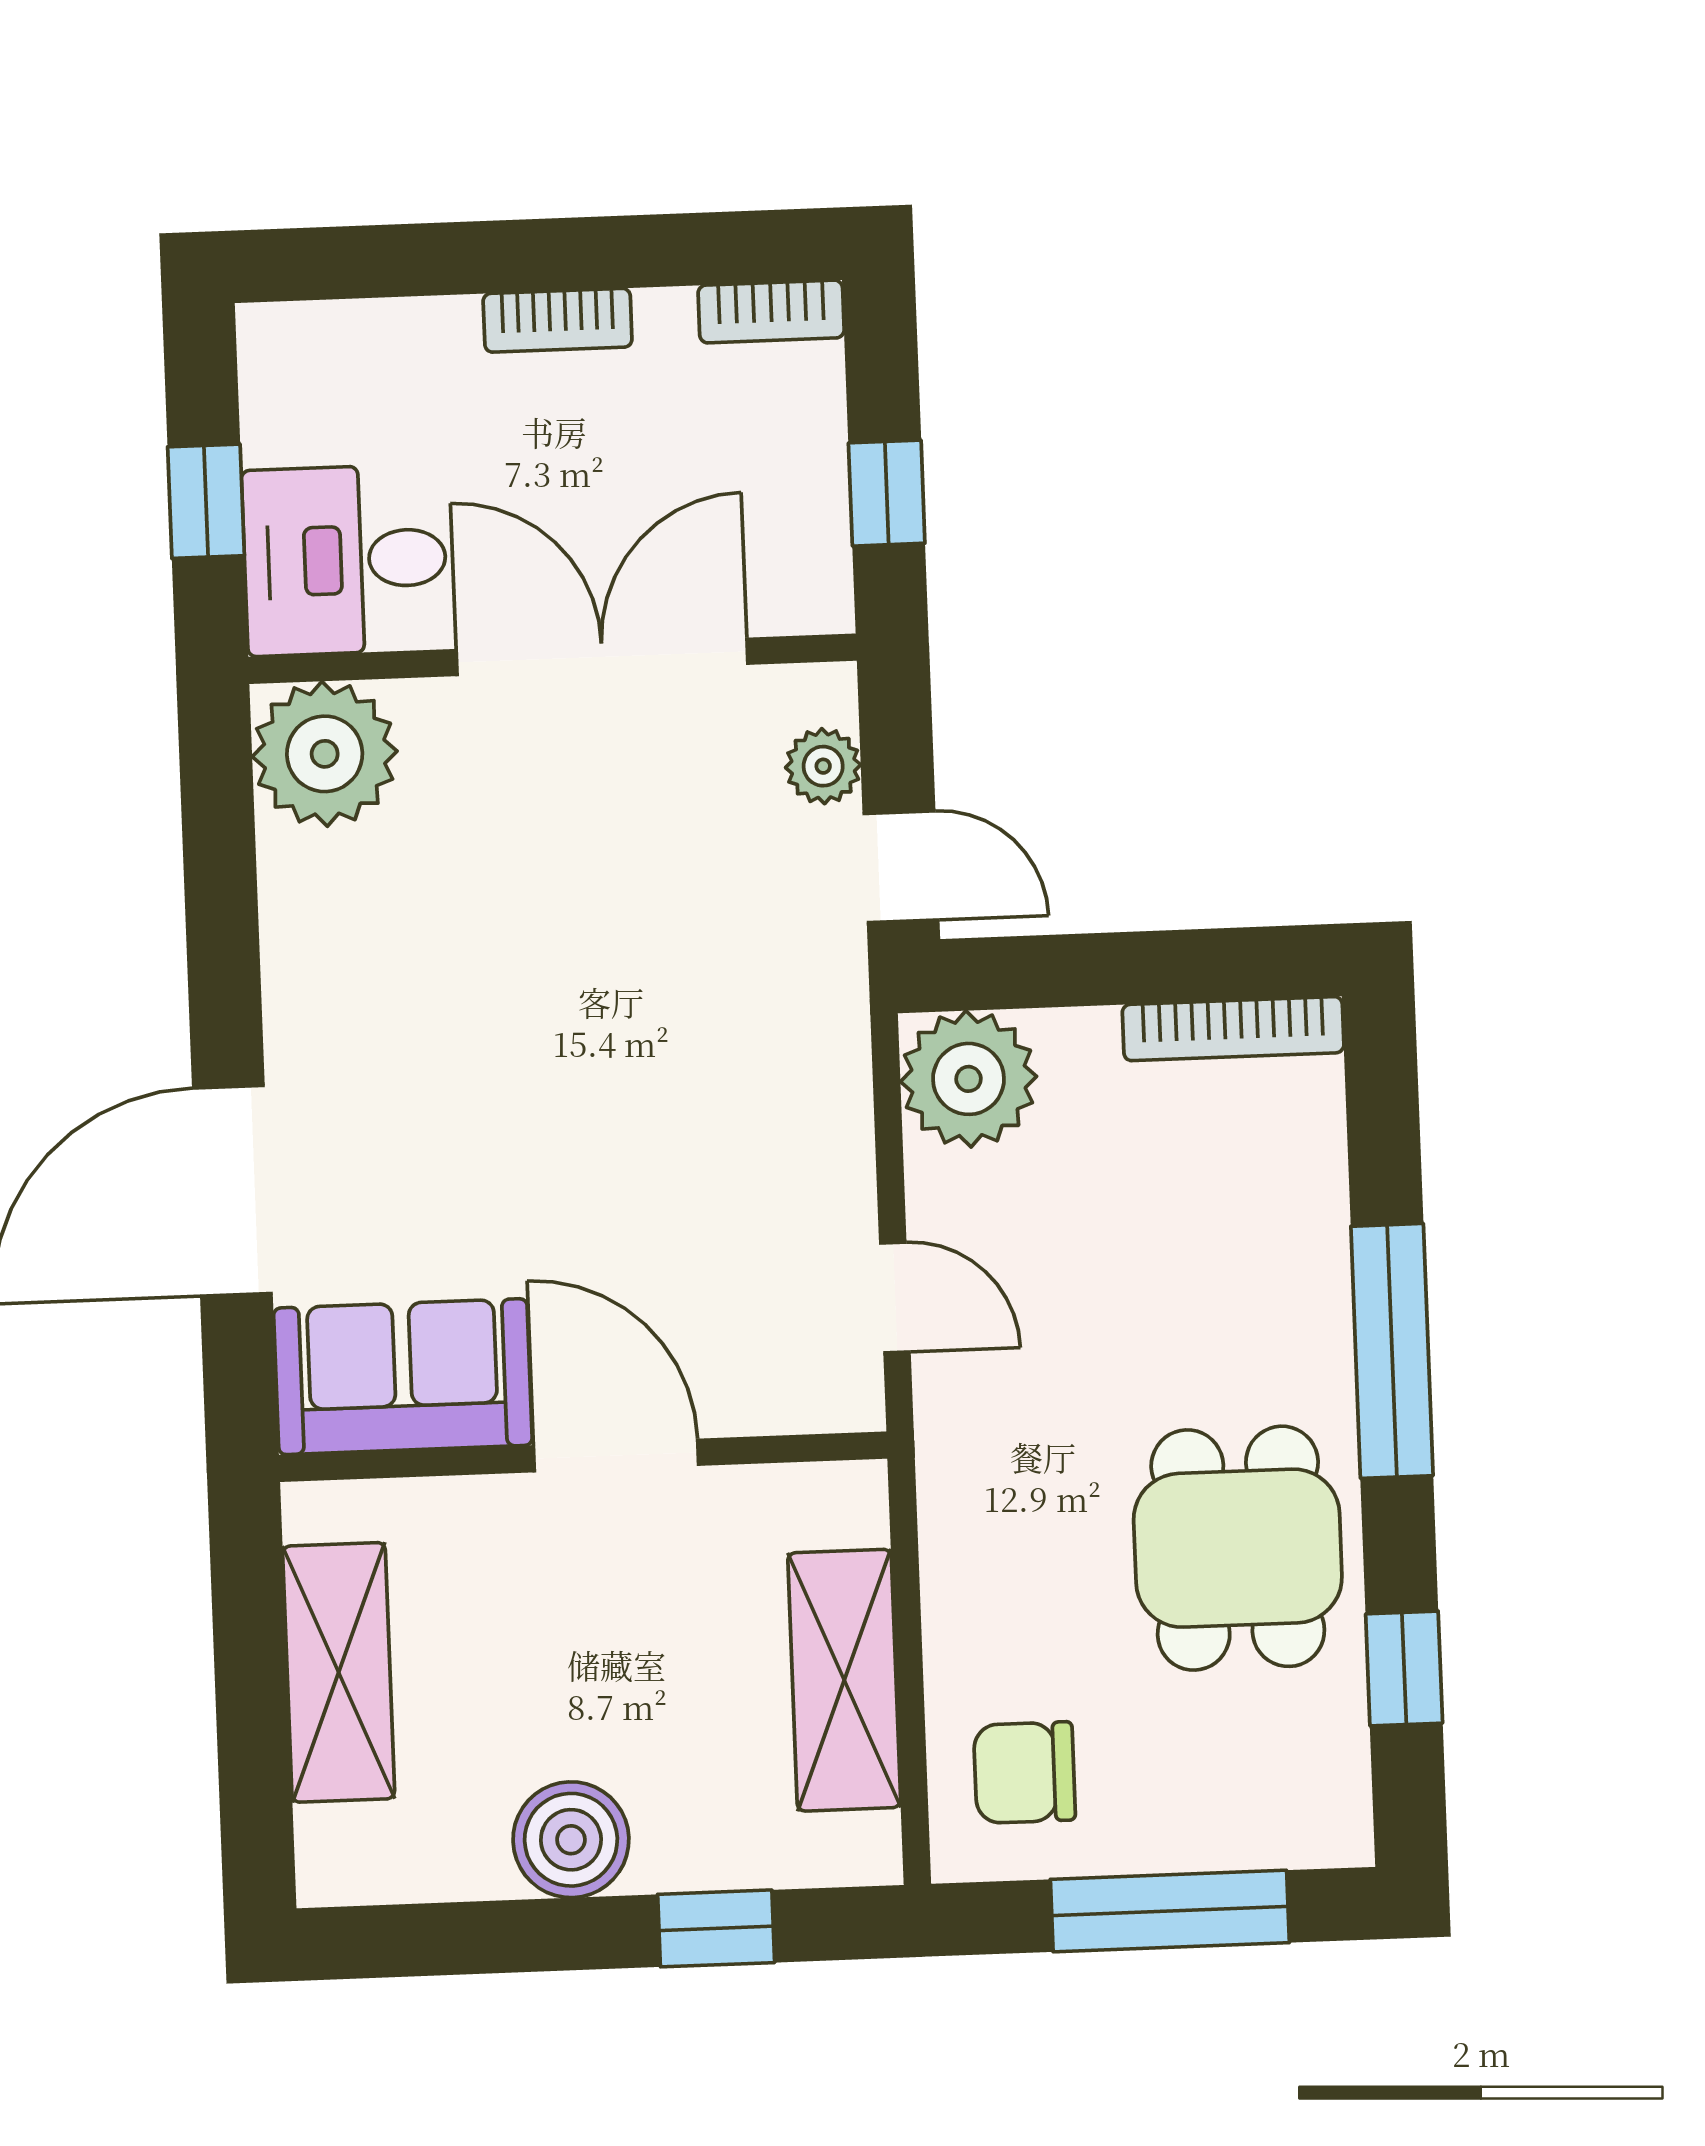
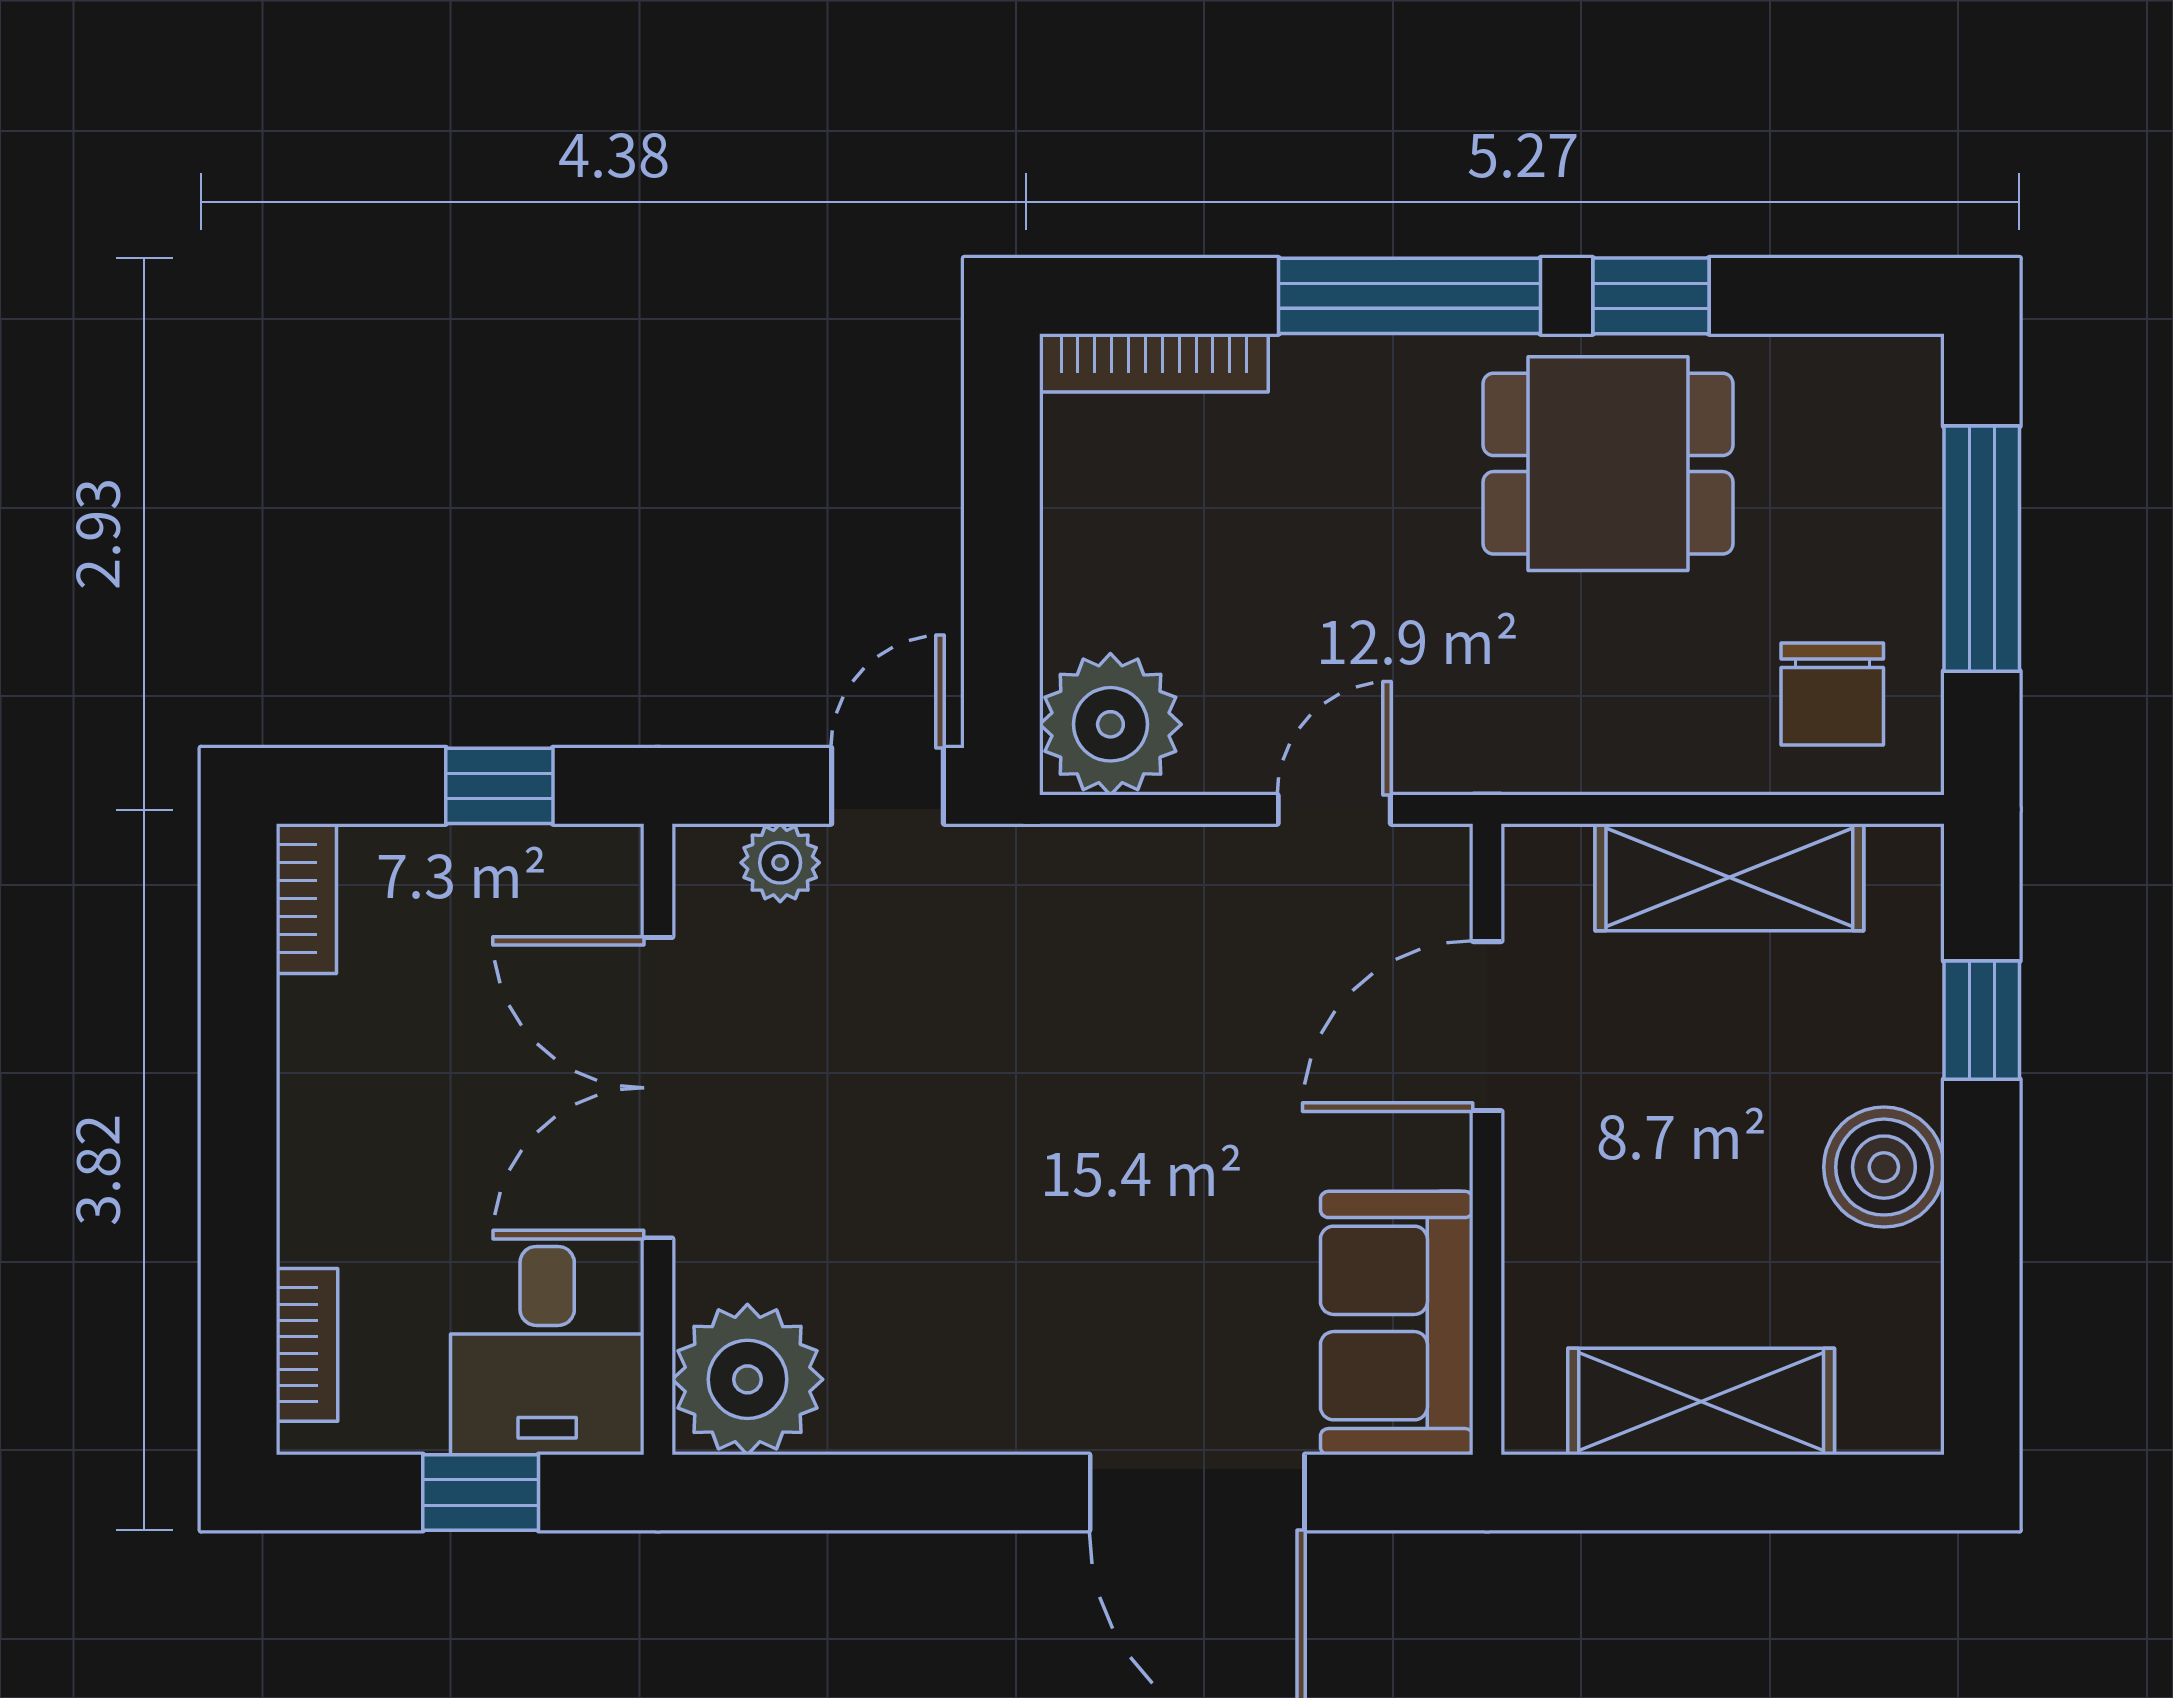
bookcase: (558, 320) -> (307, 1345), moved
bookcase: (1233, 1029) -> (1154, 363), moved, turned 90
door: (616, 1456) -> (1487, 1026), moved
window: (1404, 1668) -> (1651, 296), moved

